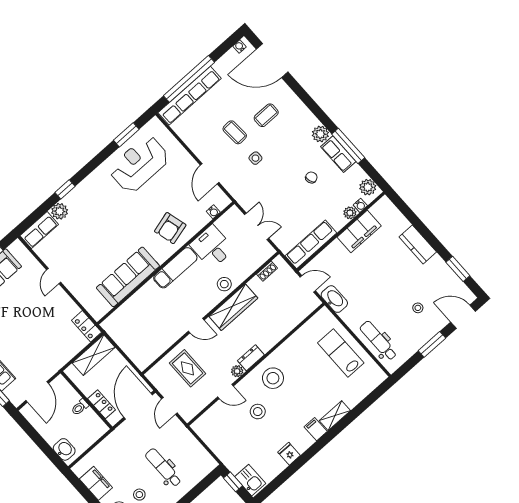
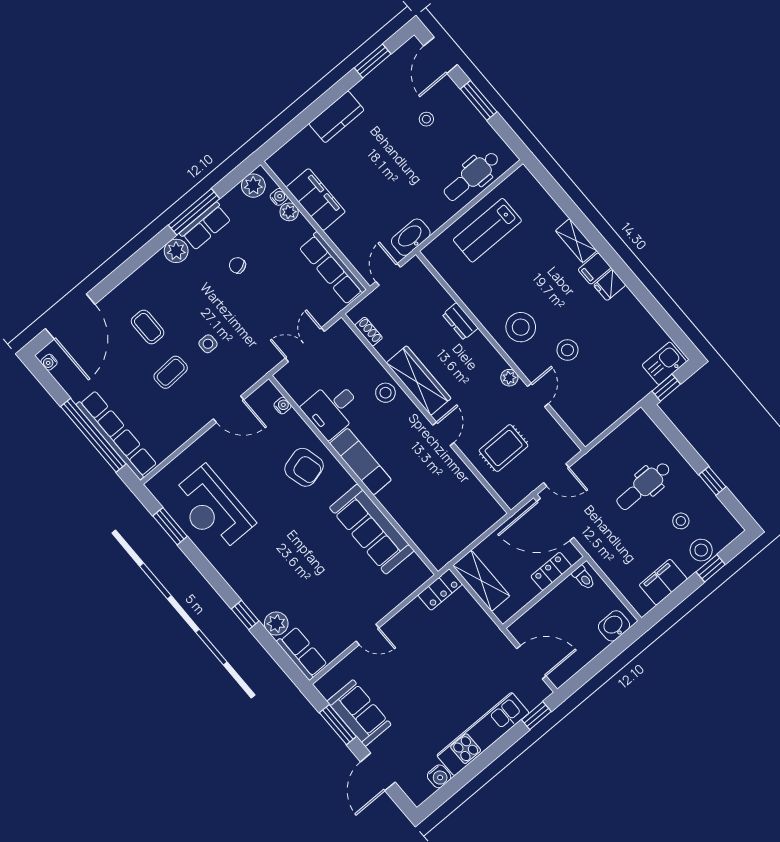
dresser: (251, 358) -> (460, 321), moved
toilet: (80, 407) -> (584, 578), moved
fridge: (289, 454) -> (610, 285), moved

